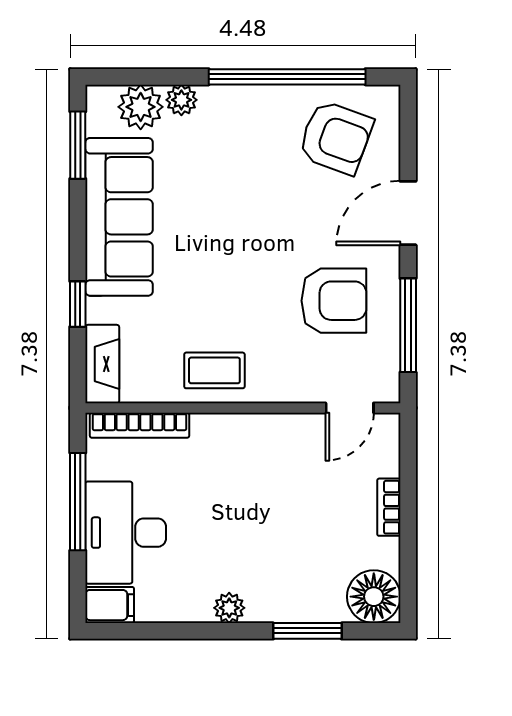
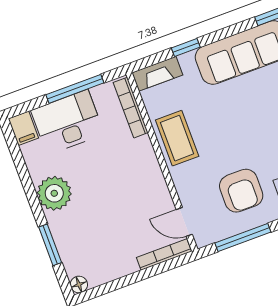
coffee table: (214, 370) -> (177, 138), width x1.36, depth x1.30
bookcase: (389, 507) -> (164, 254), moved, width x1.56
floor lamp: (374, 597) -> (79, 284), width x0.53, depth x0.53
plant: (229, 608) -> (54, 193), width x1.88, depth x1.88

